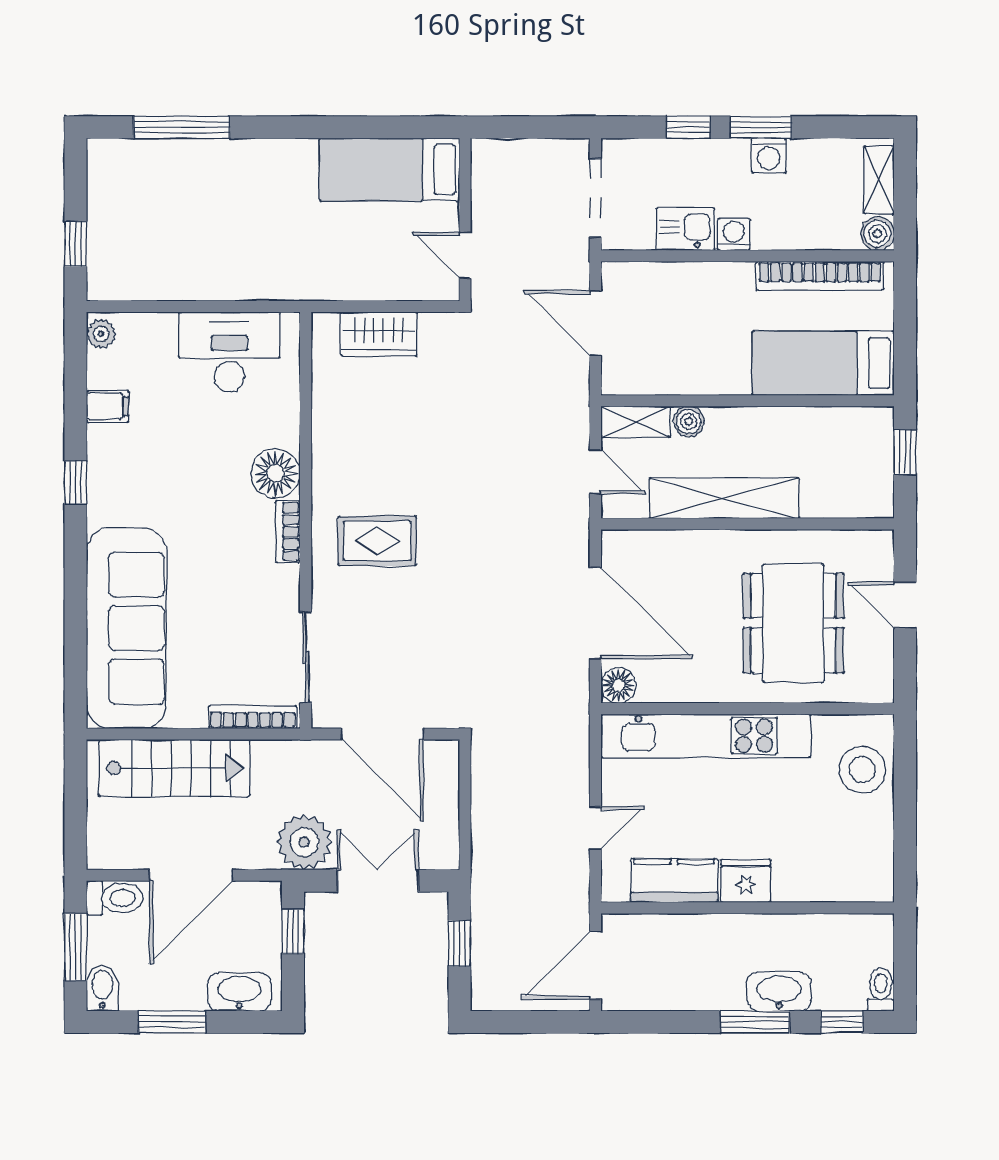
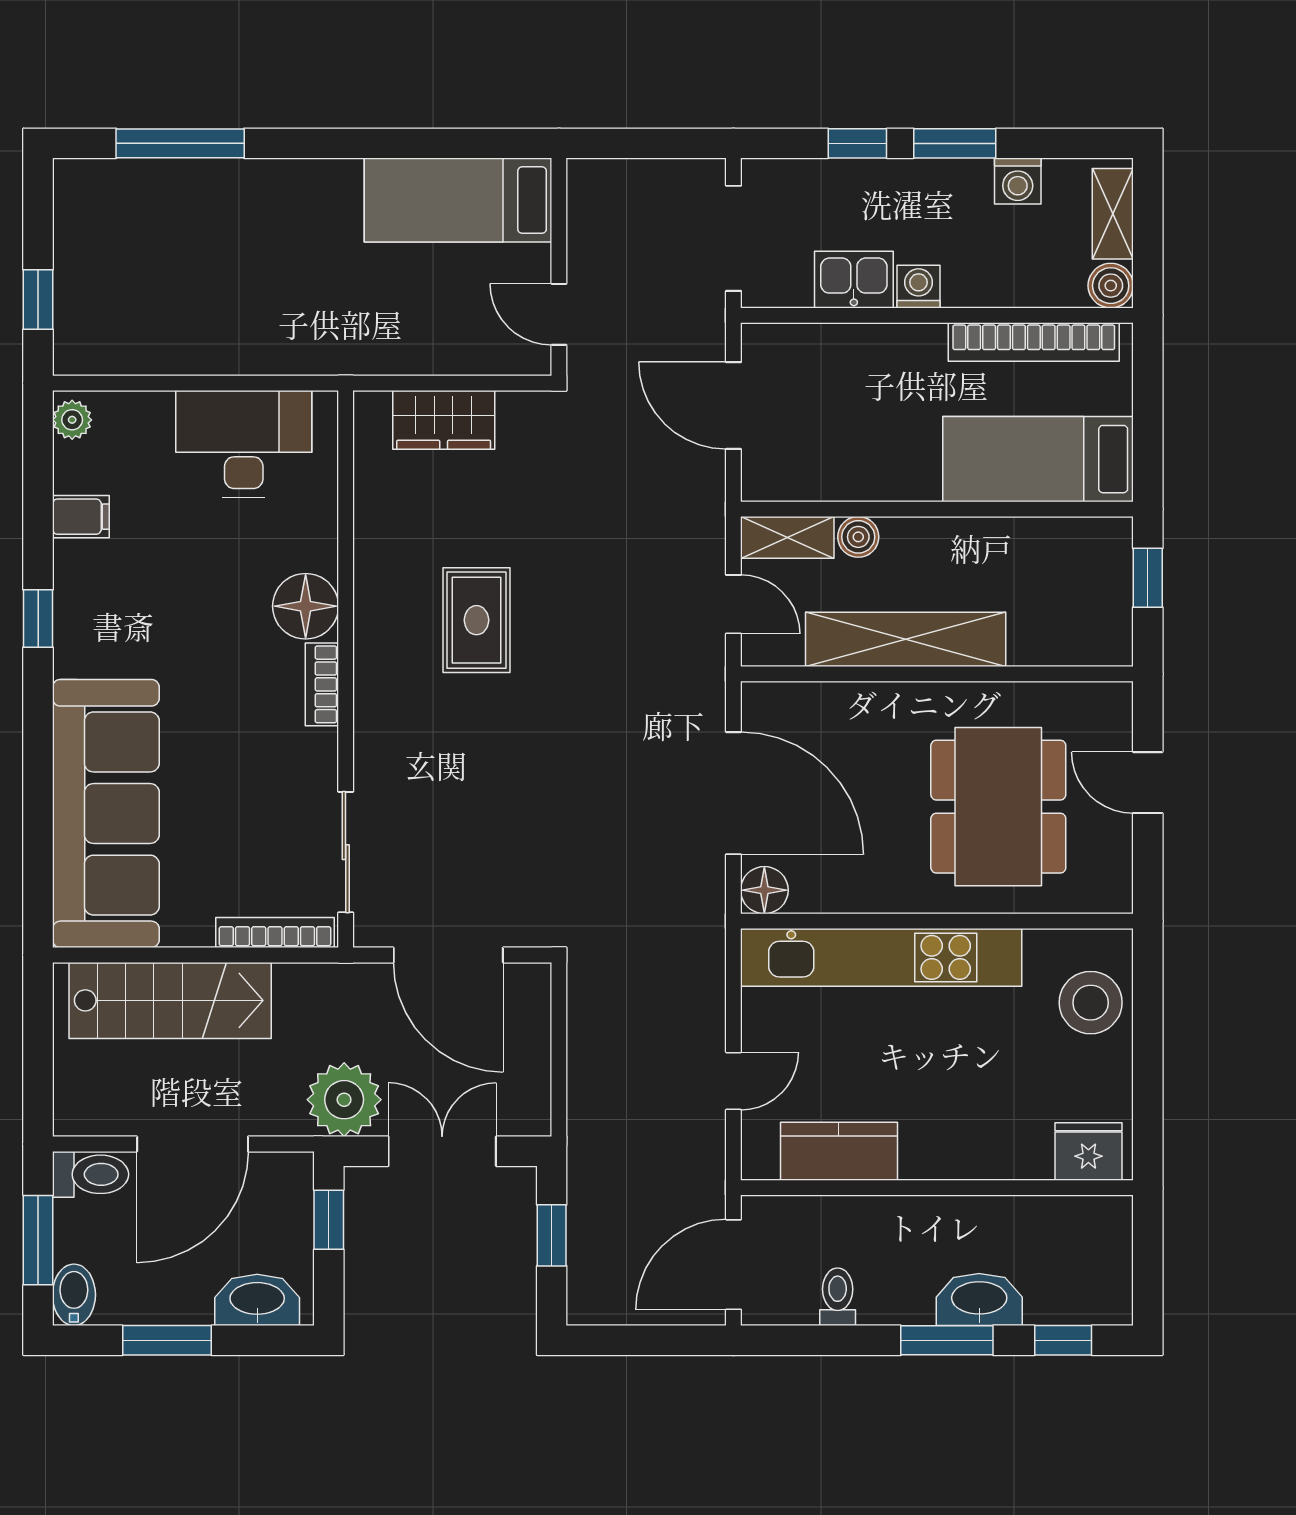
washing machine: (769, 155) -> (1018, 181), moved
rug: (377, 541) -> (476, 620), moved, turned 90
fridge: (746, 881) -> (1088, 1152), moved
toilet: (881, 989) -> (838, 1297), moved

